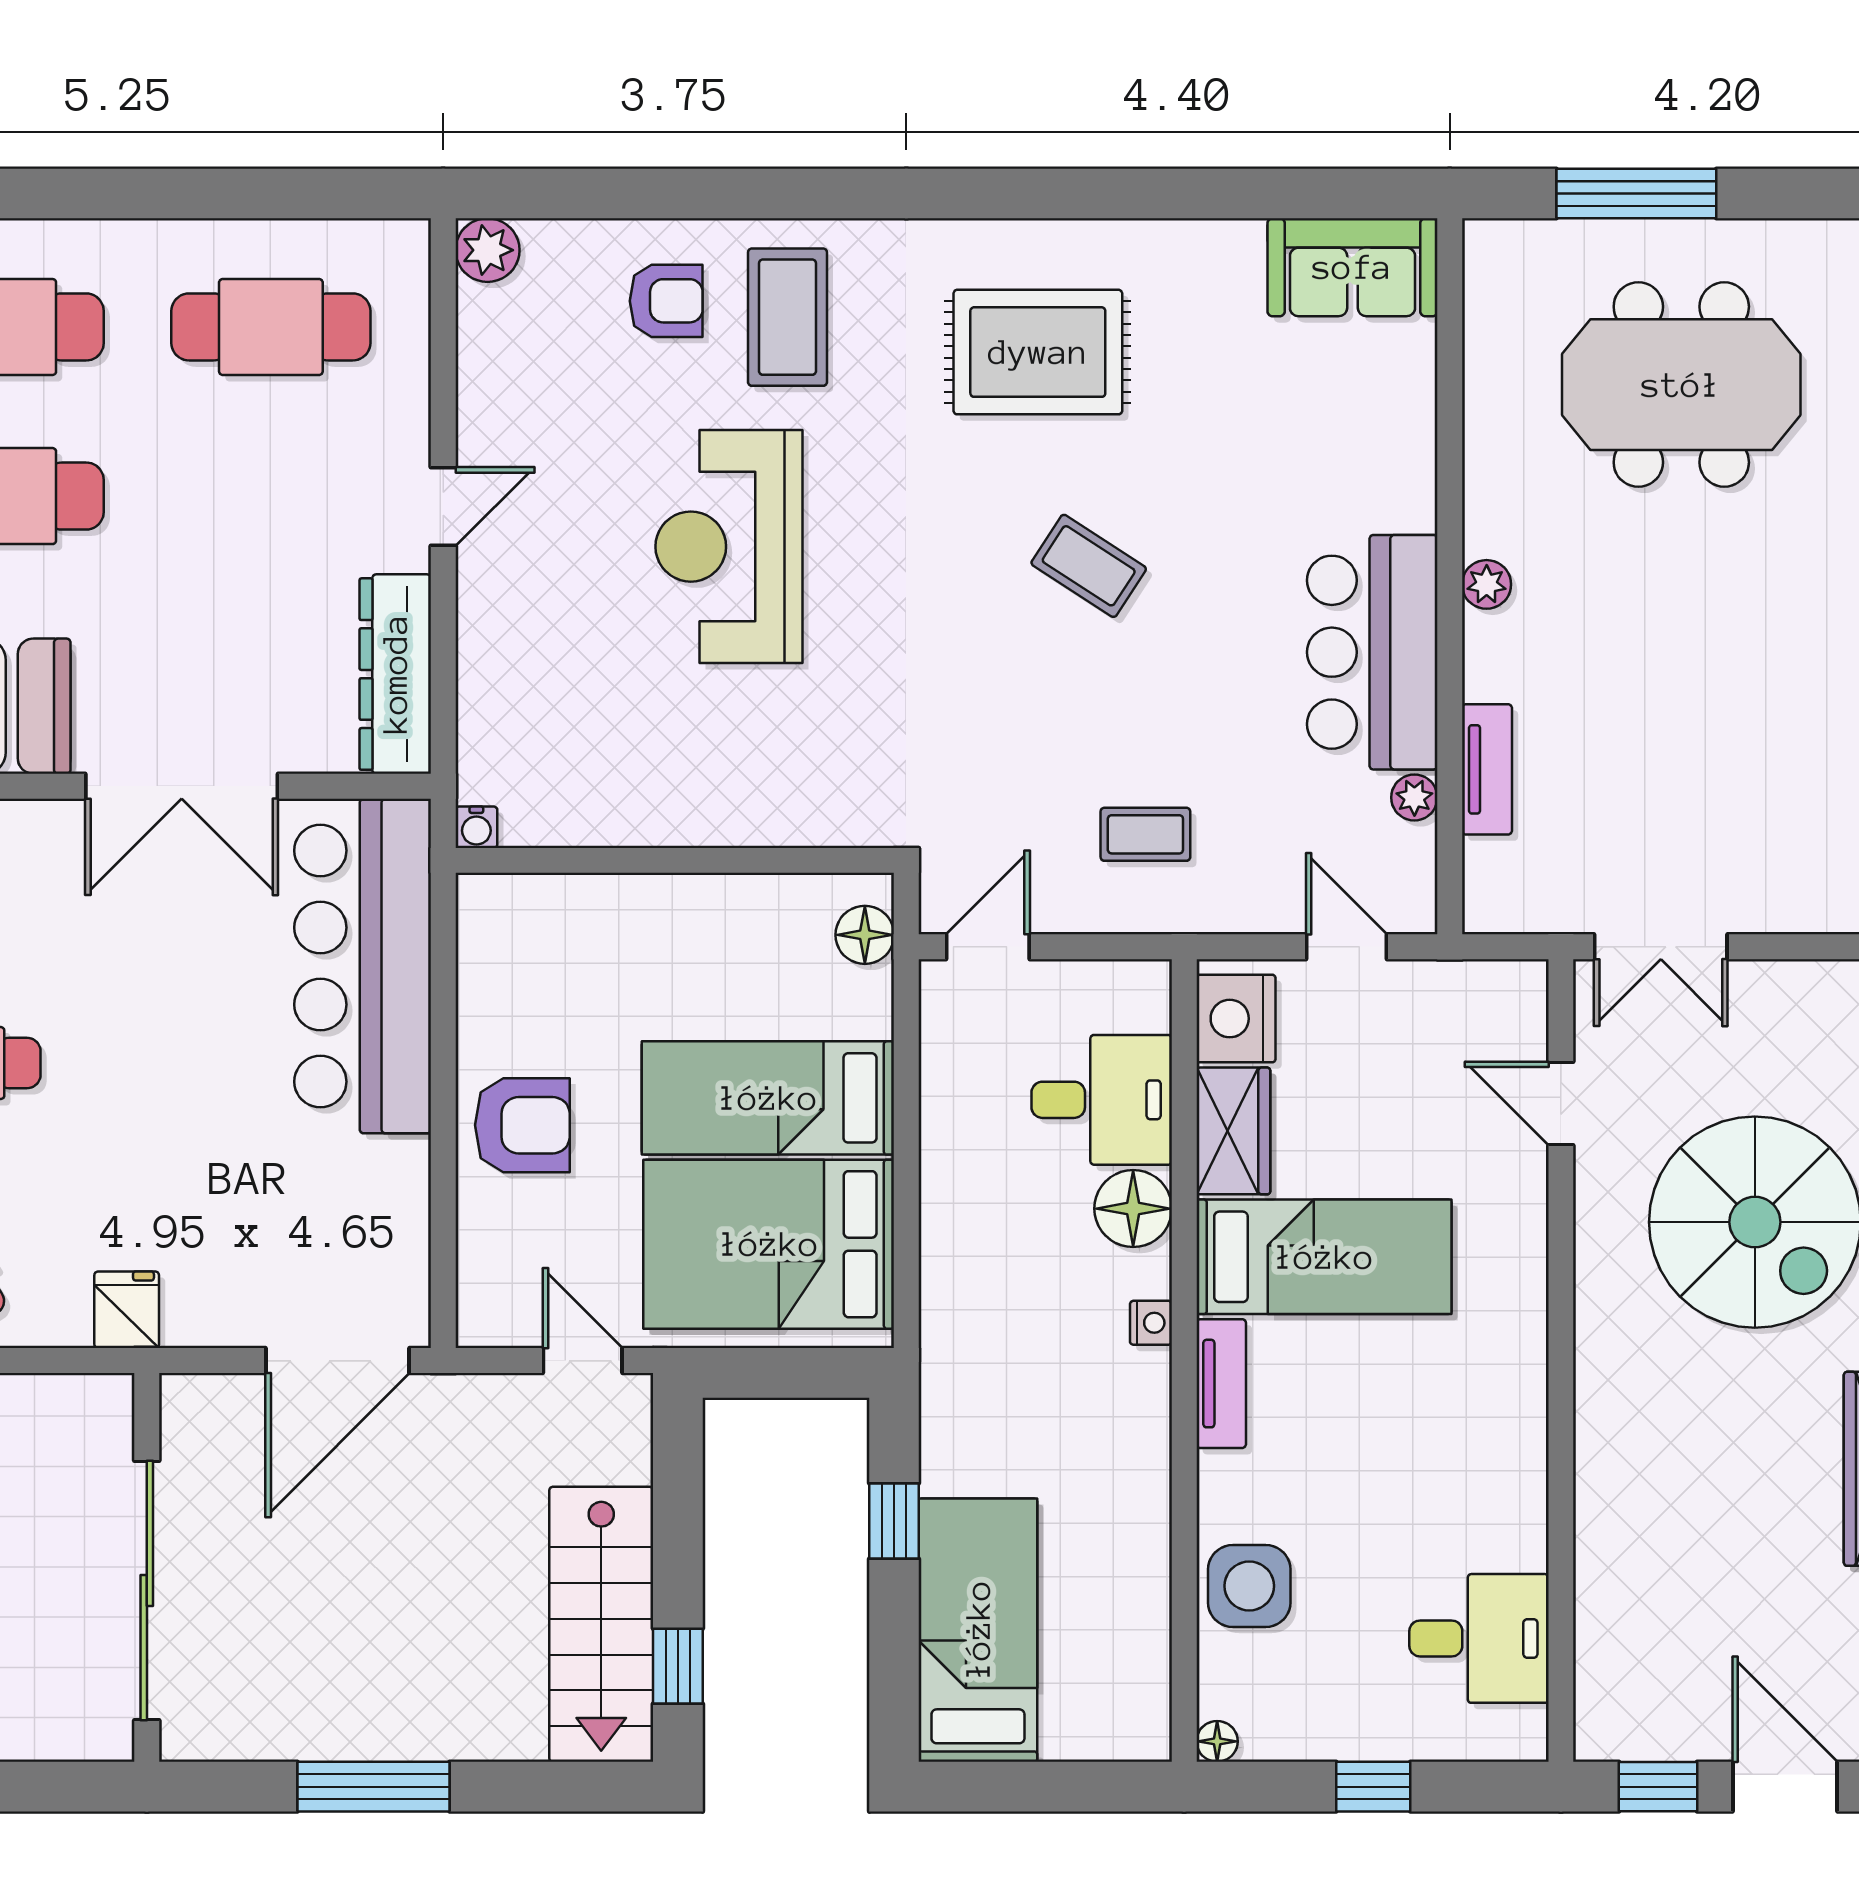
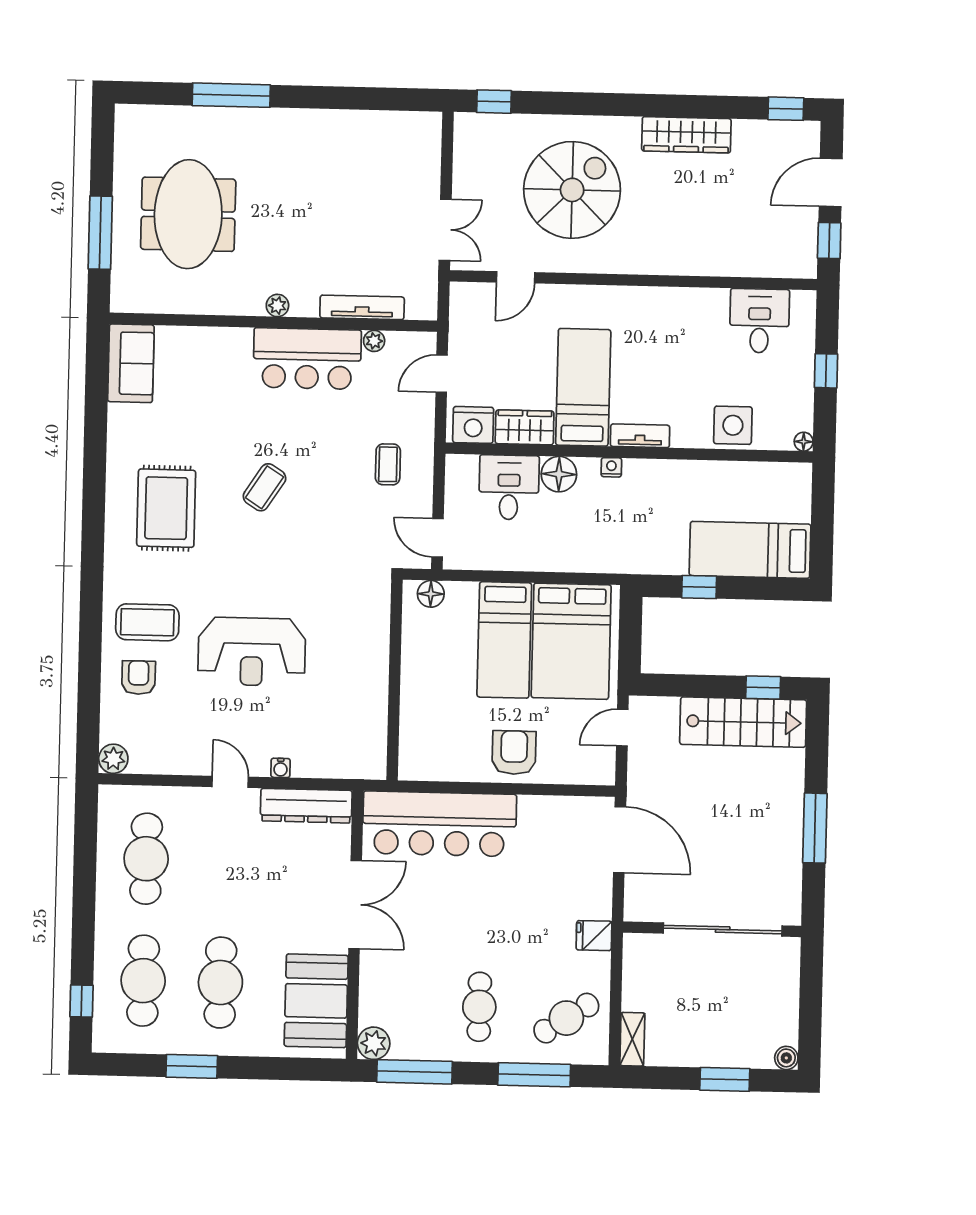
tv unit: (1487, 769) -> (362, 307), width x1.41
water cooler: (476, 827) -> (281, 768), moved, turned 90

